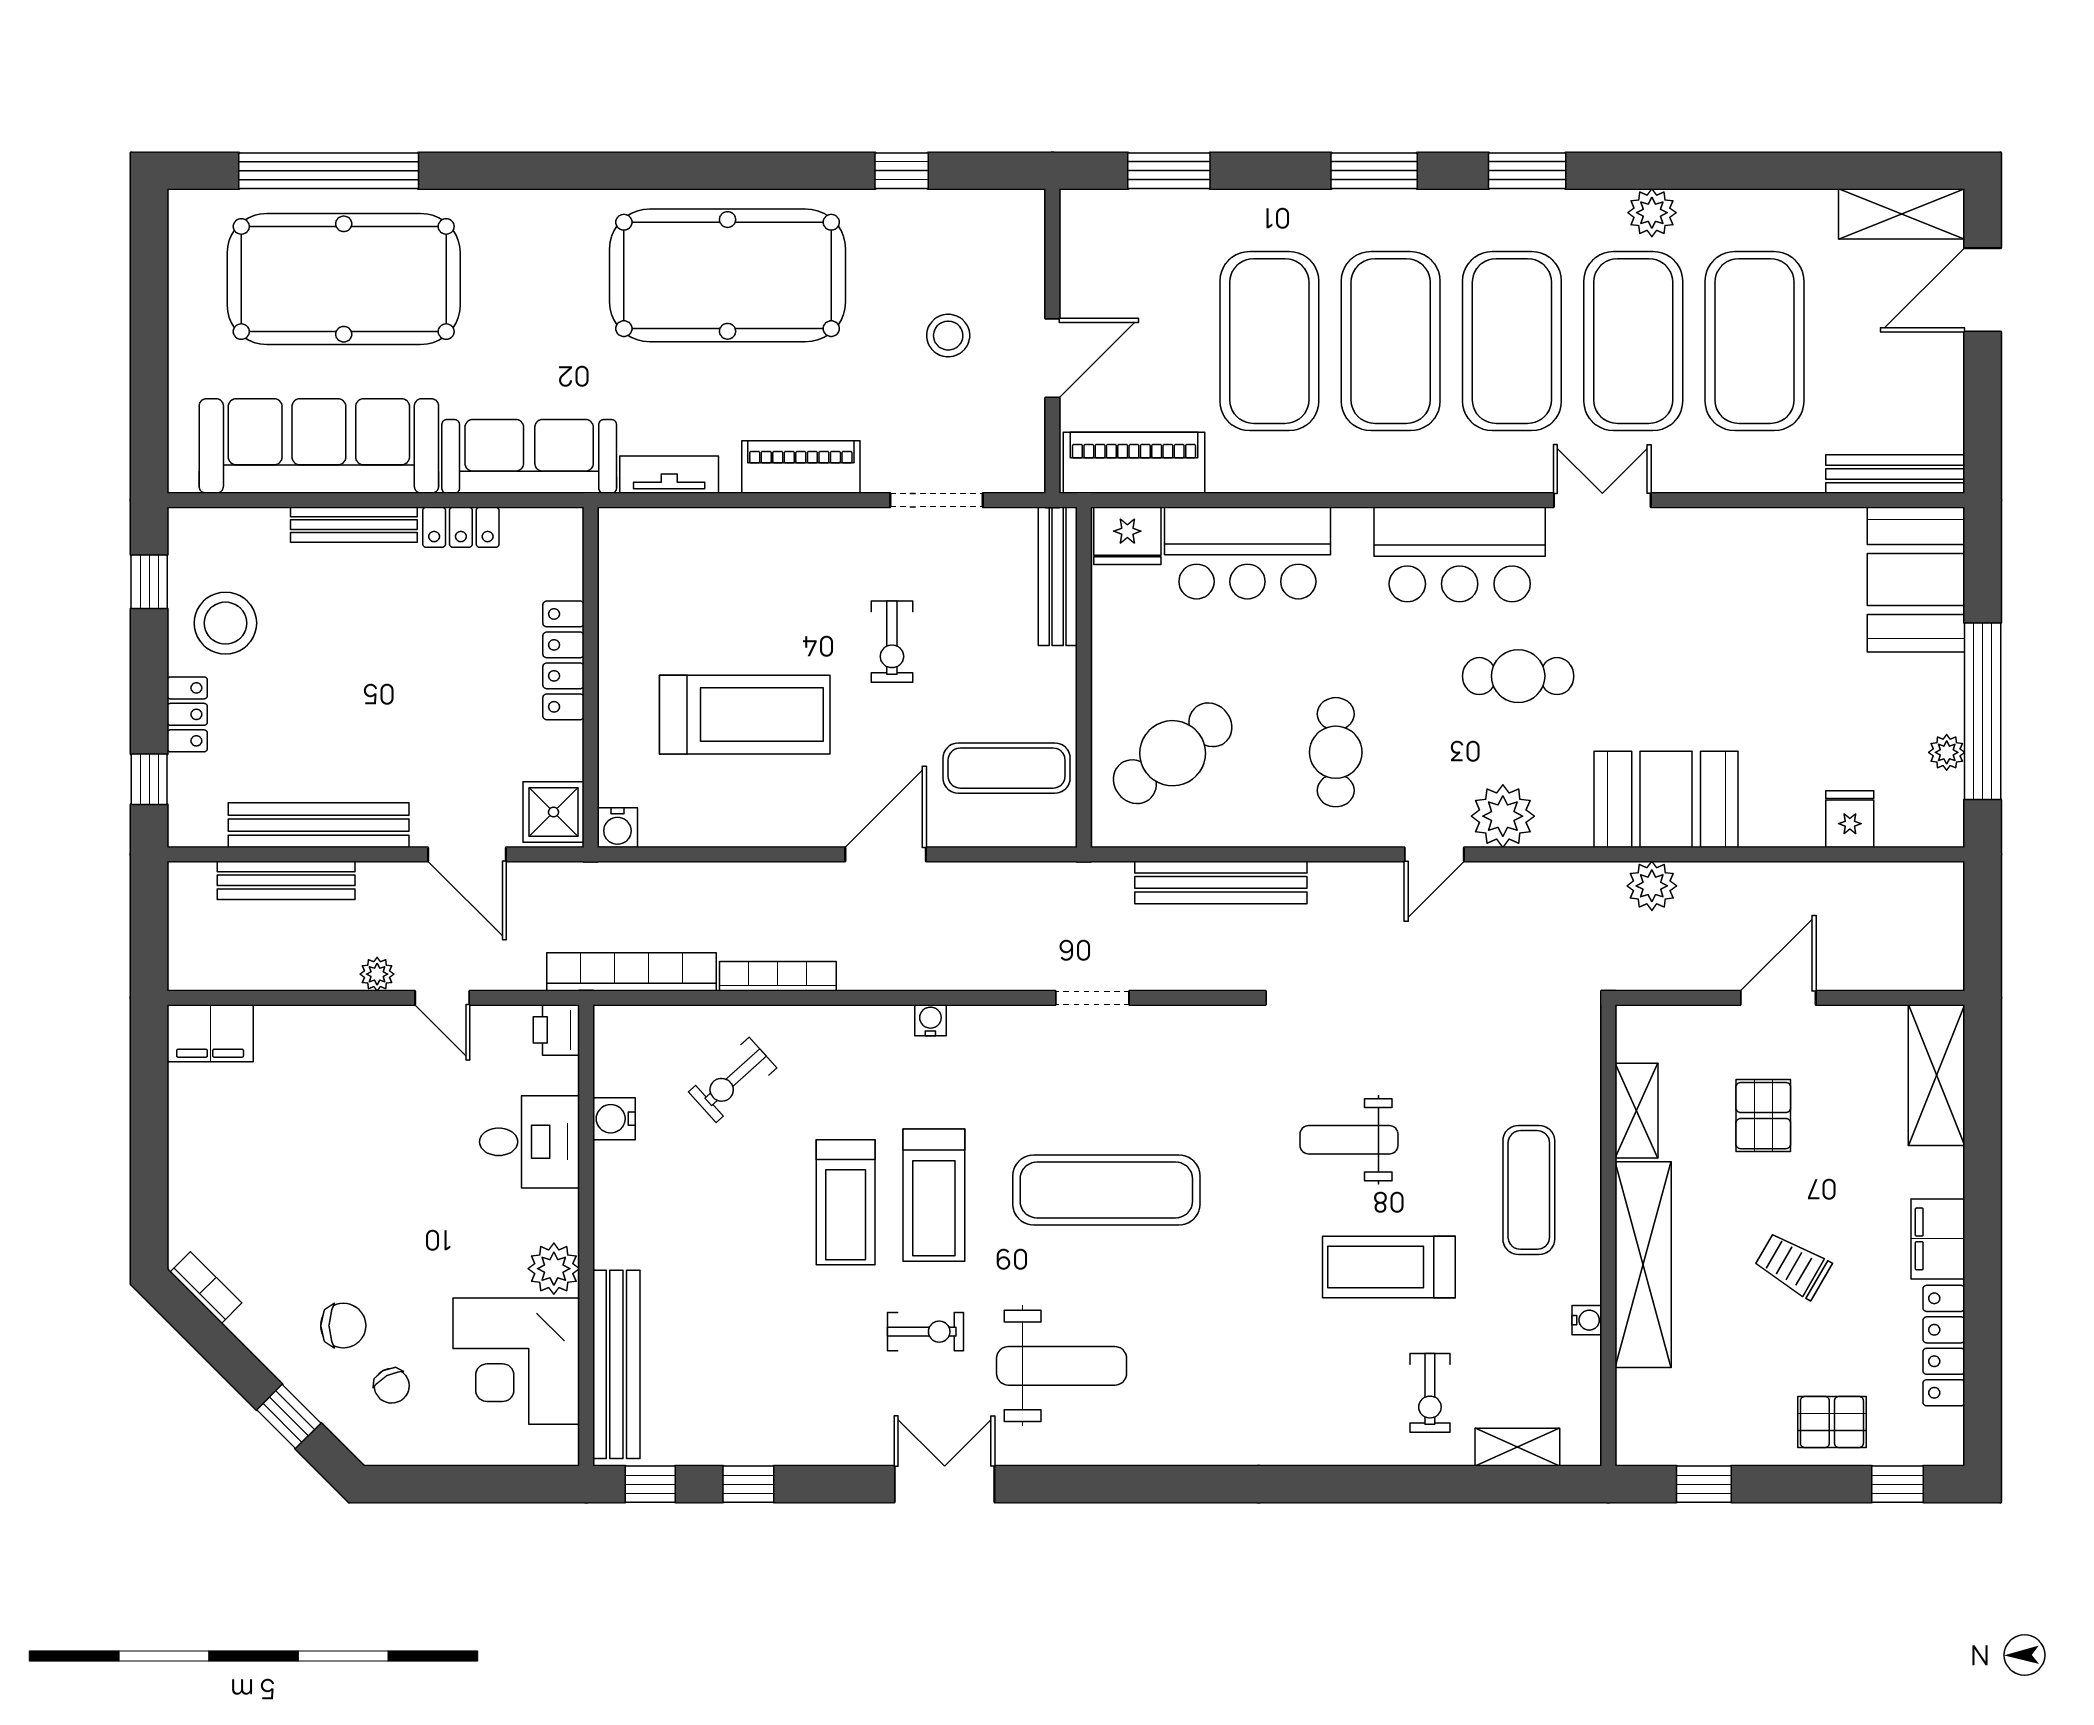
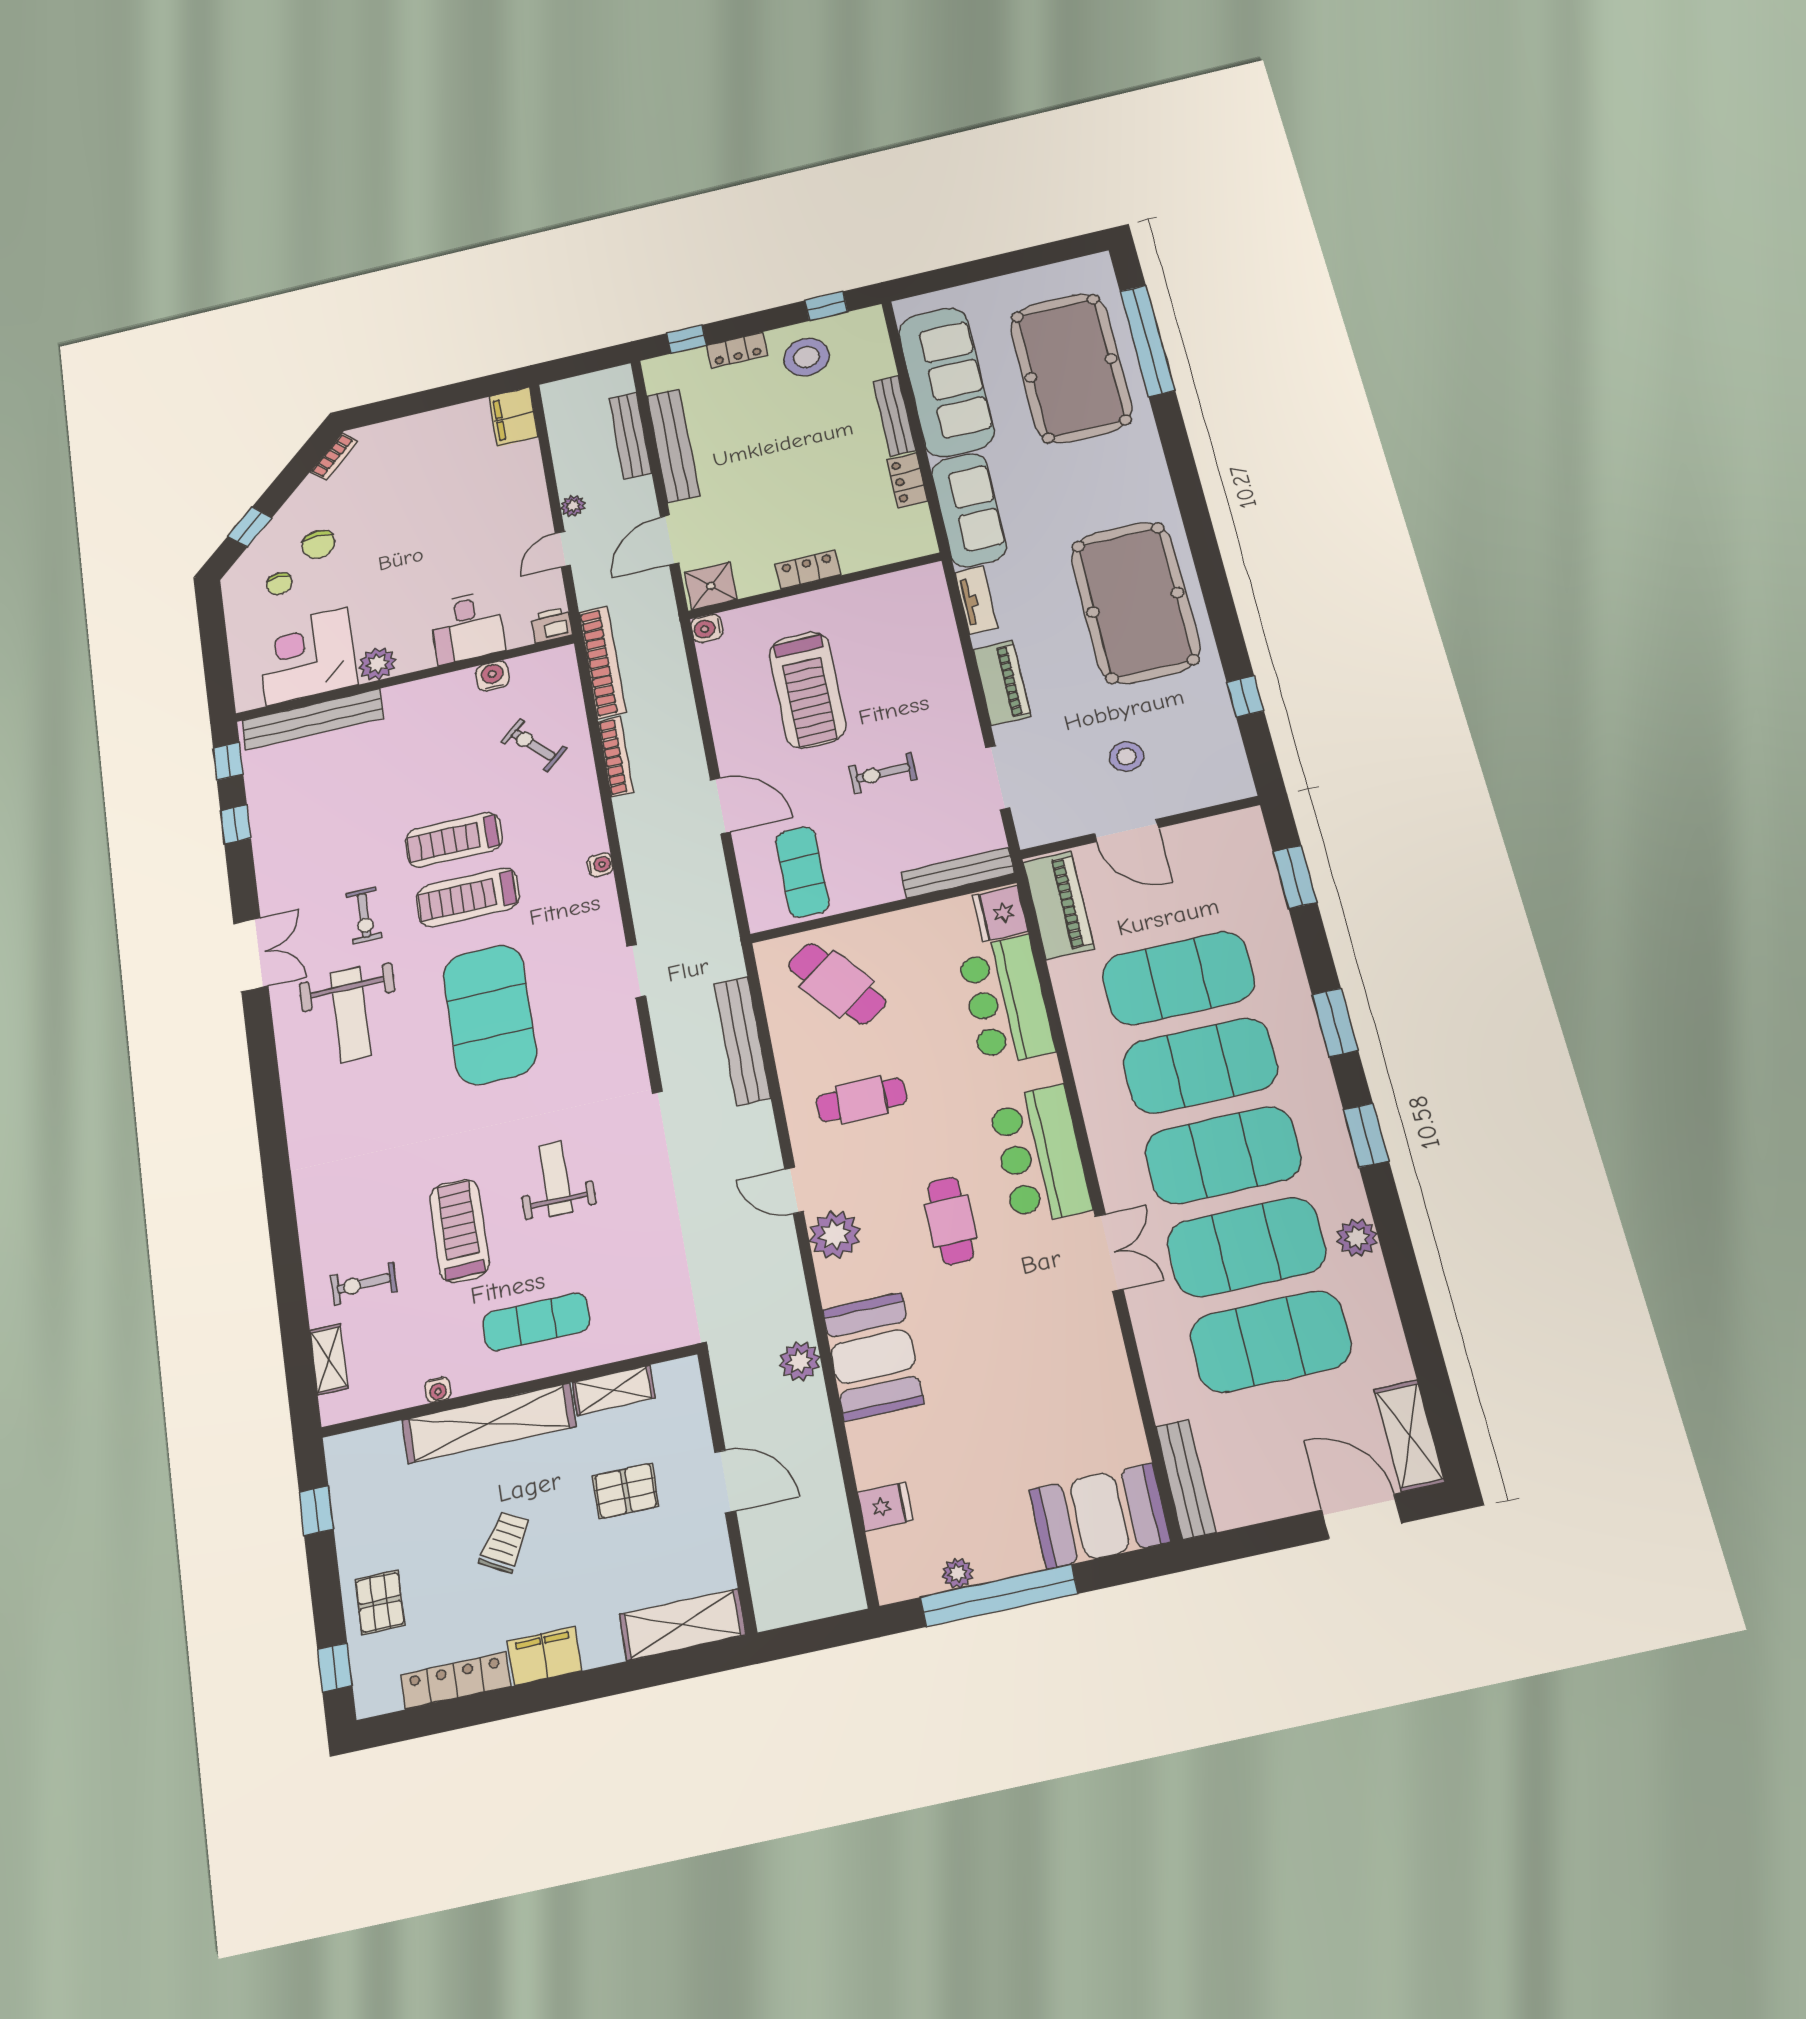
locker: (563, 660) -> (808, 570), width x0.66
exercise mat: (1106, 1190) -> (490, 1015), width x1.47
chair: (392, 1386) -> (279, 584), turned -62

